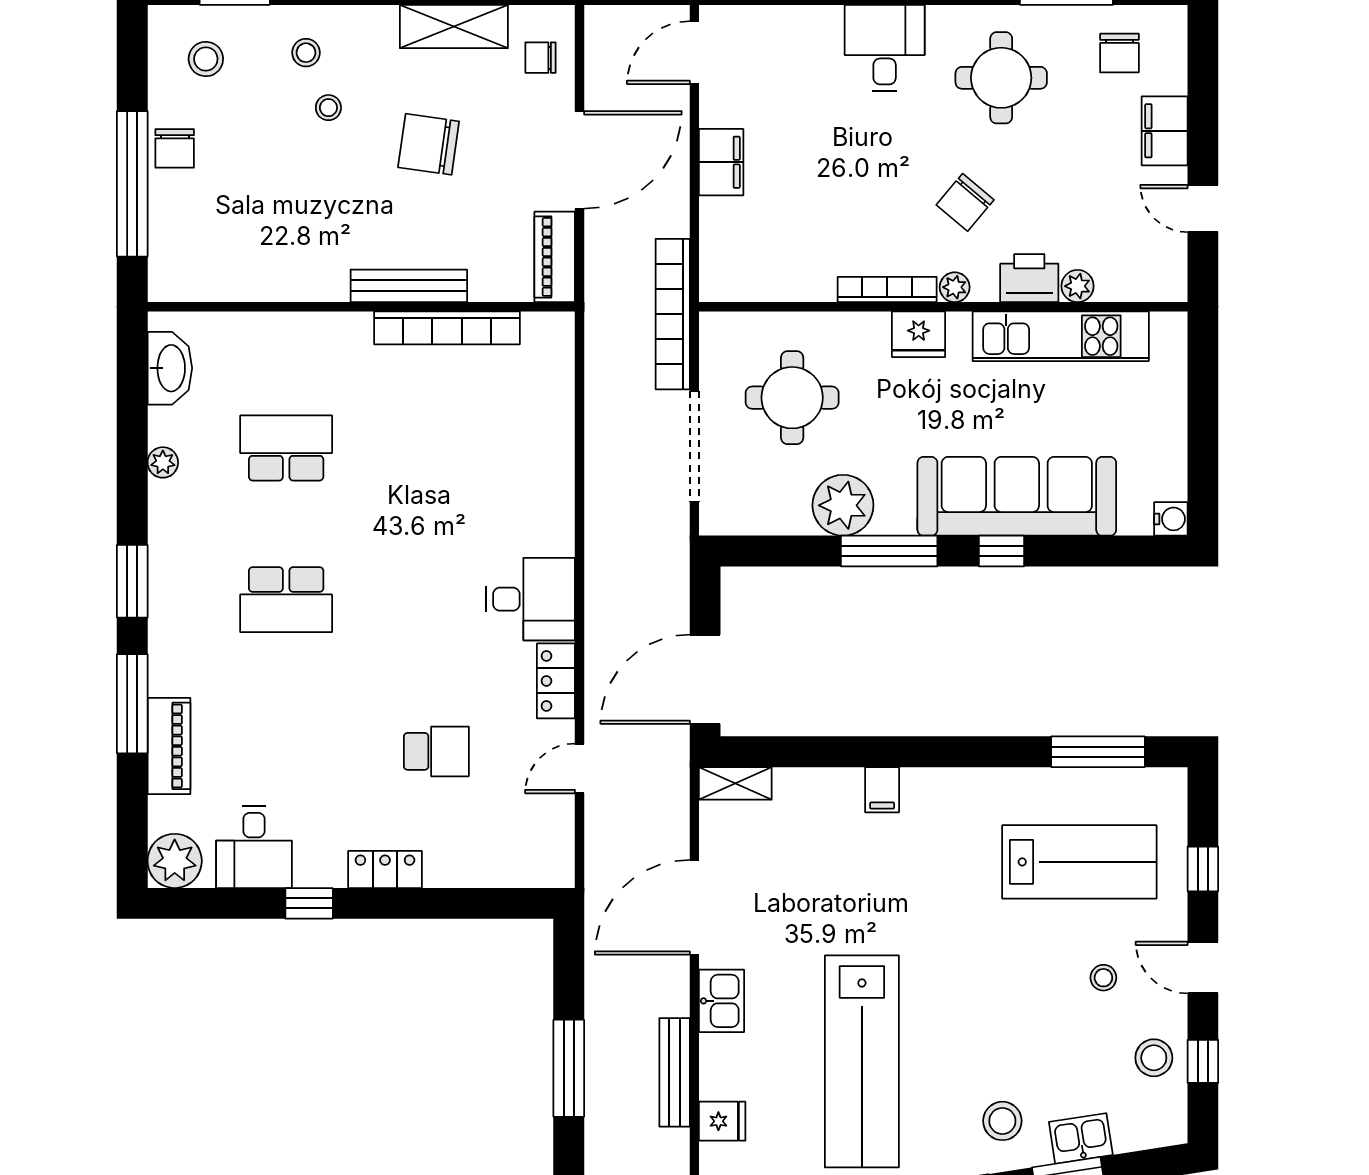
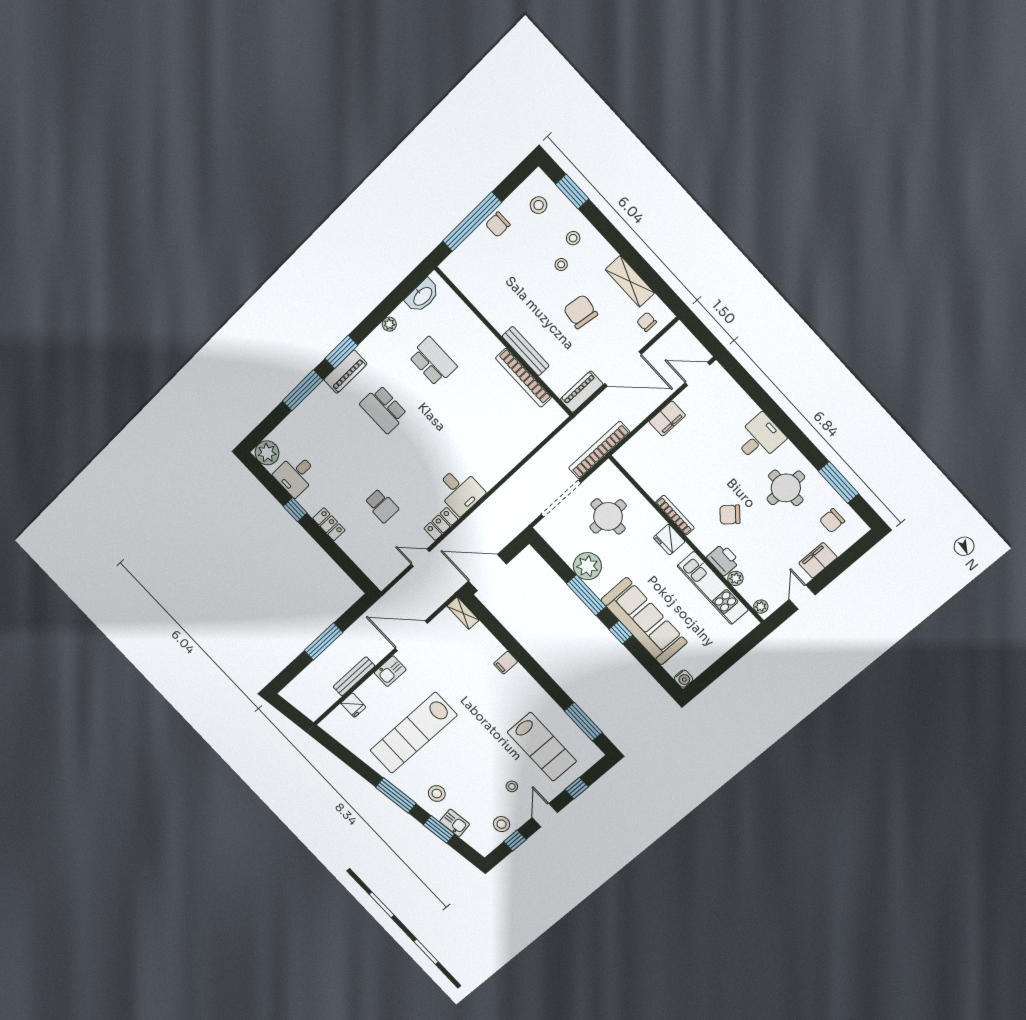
plant: (955, 287) -> (761, 607), moved
piano: (169, 746) -> (345, 372), moved

